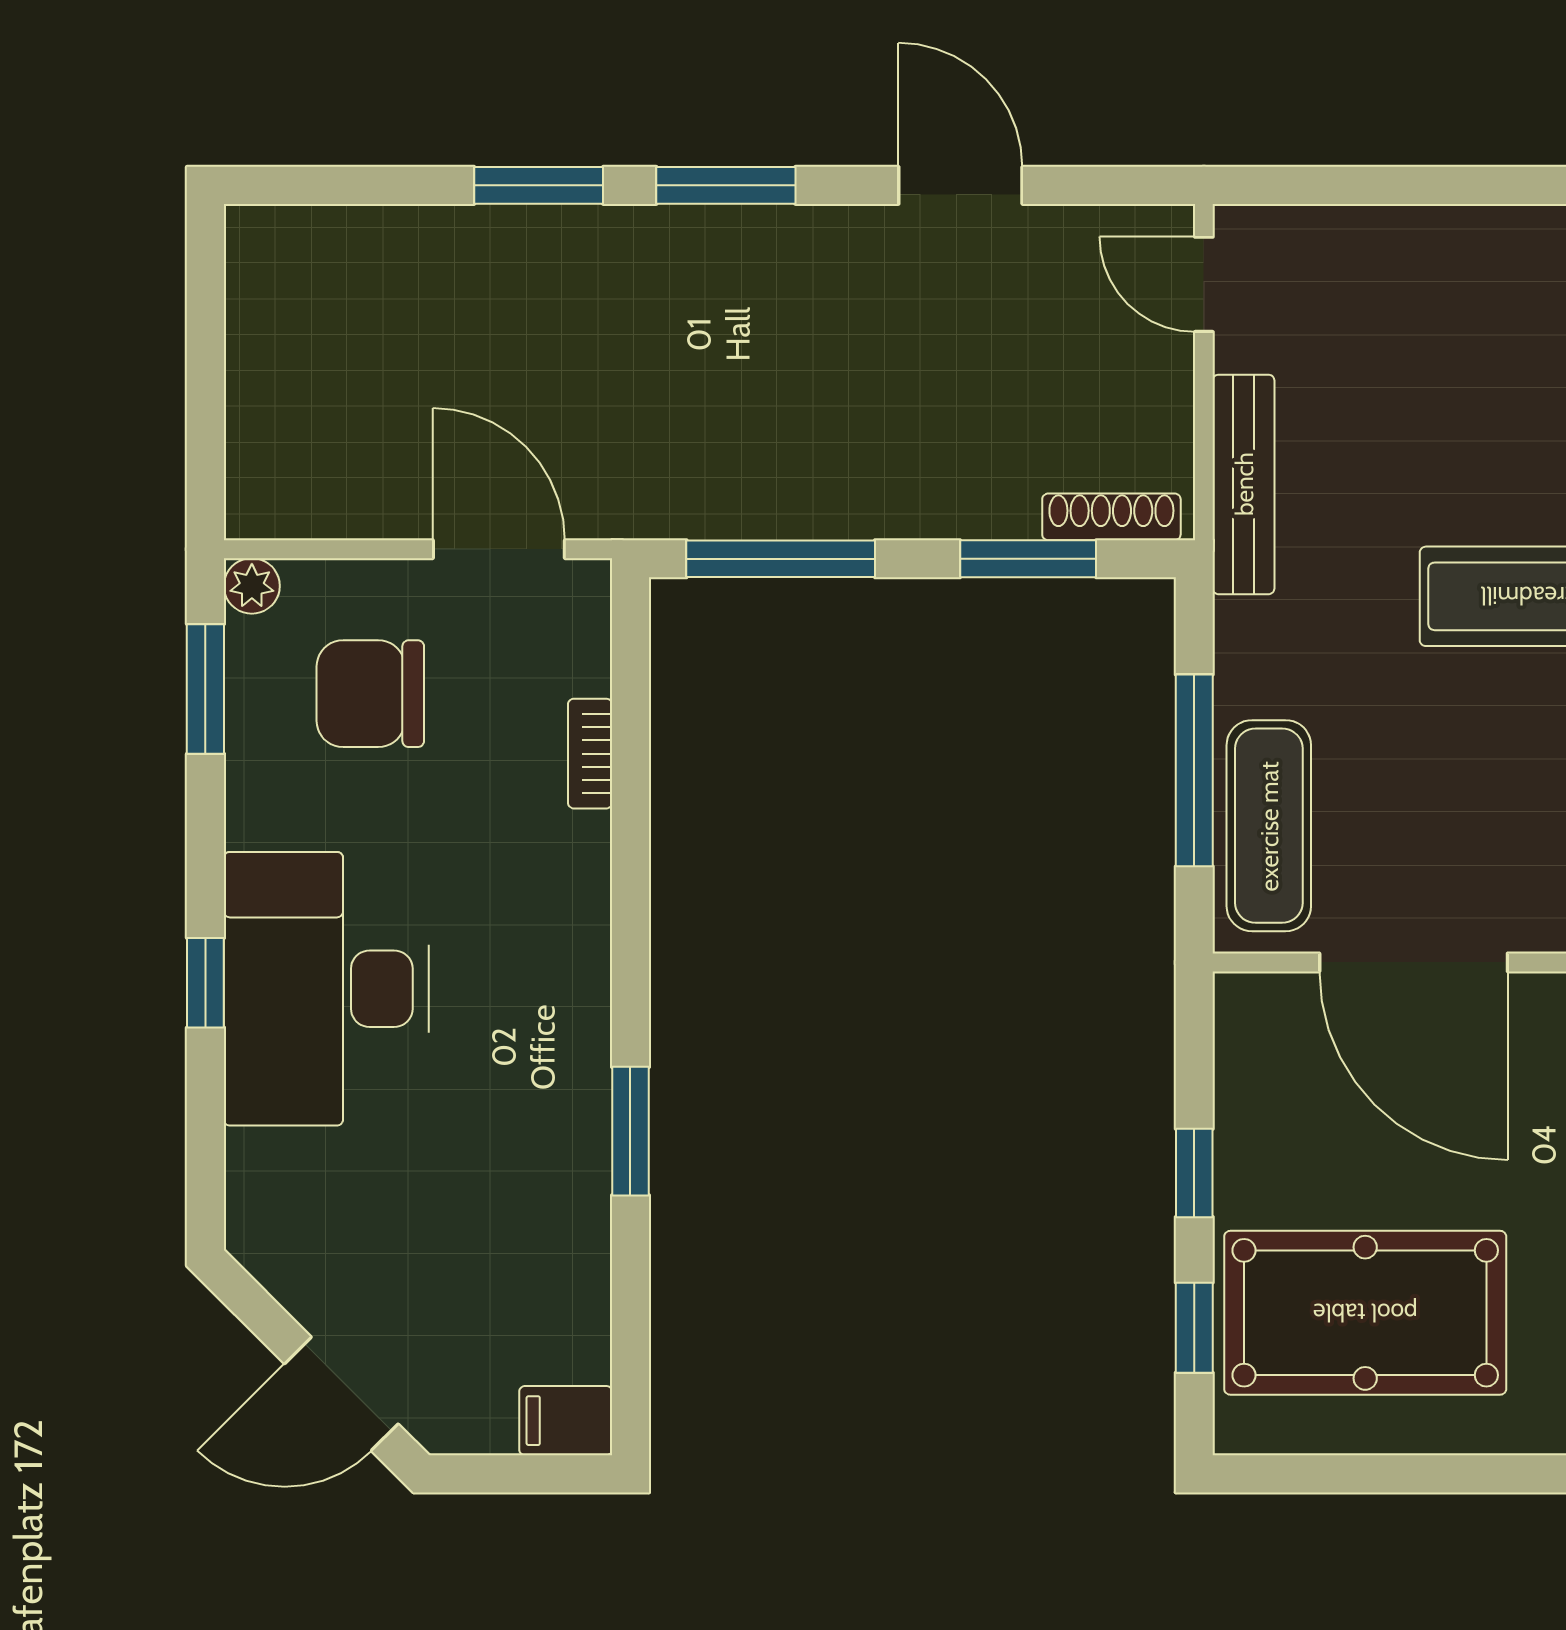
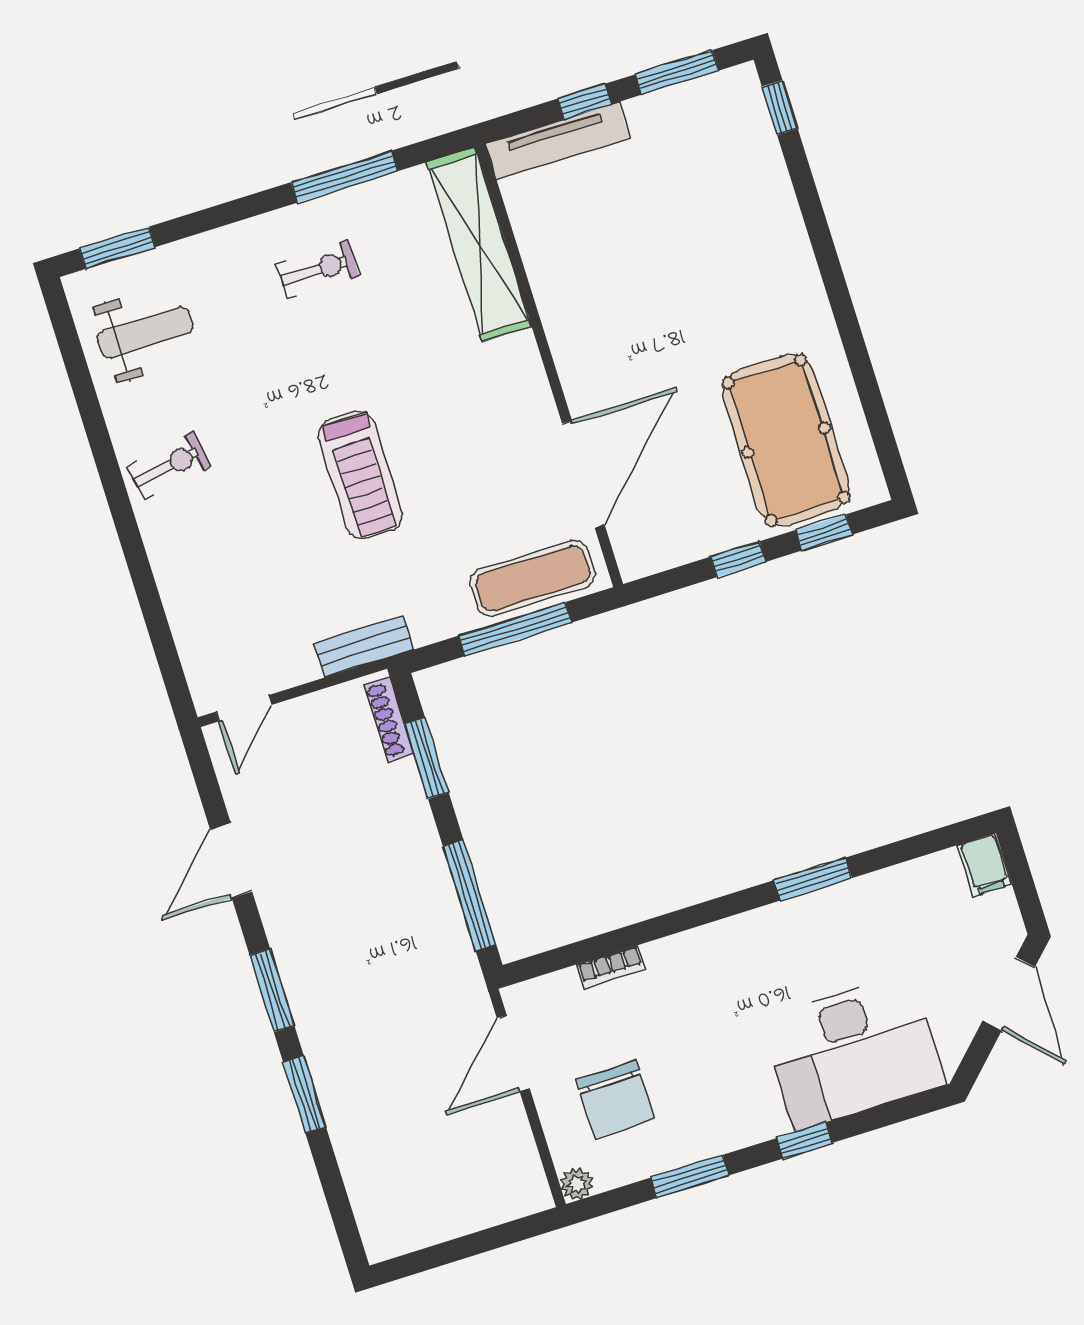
bench: (1244, 484) -> (364, 646), width x0.73
window: (205, 689) -> (690, 1176), moved
desk: (326, 989) -> (853, 1052), moved

